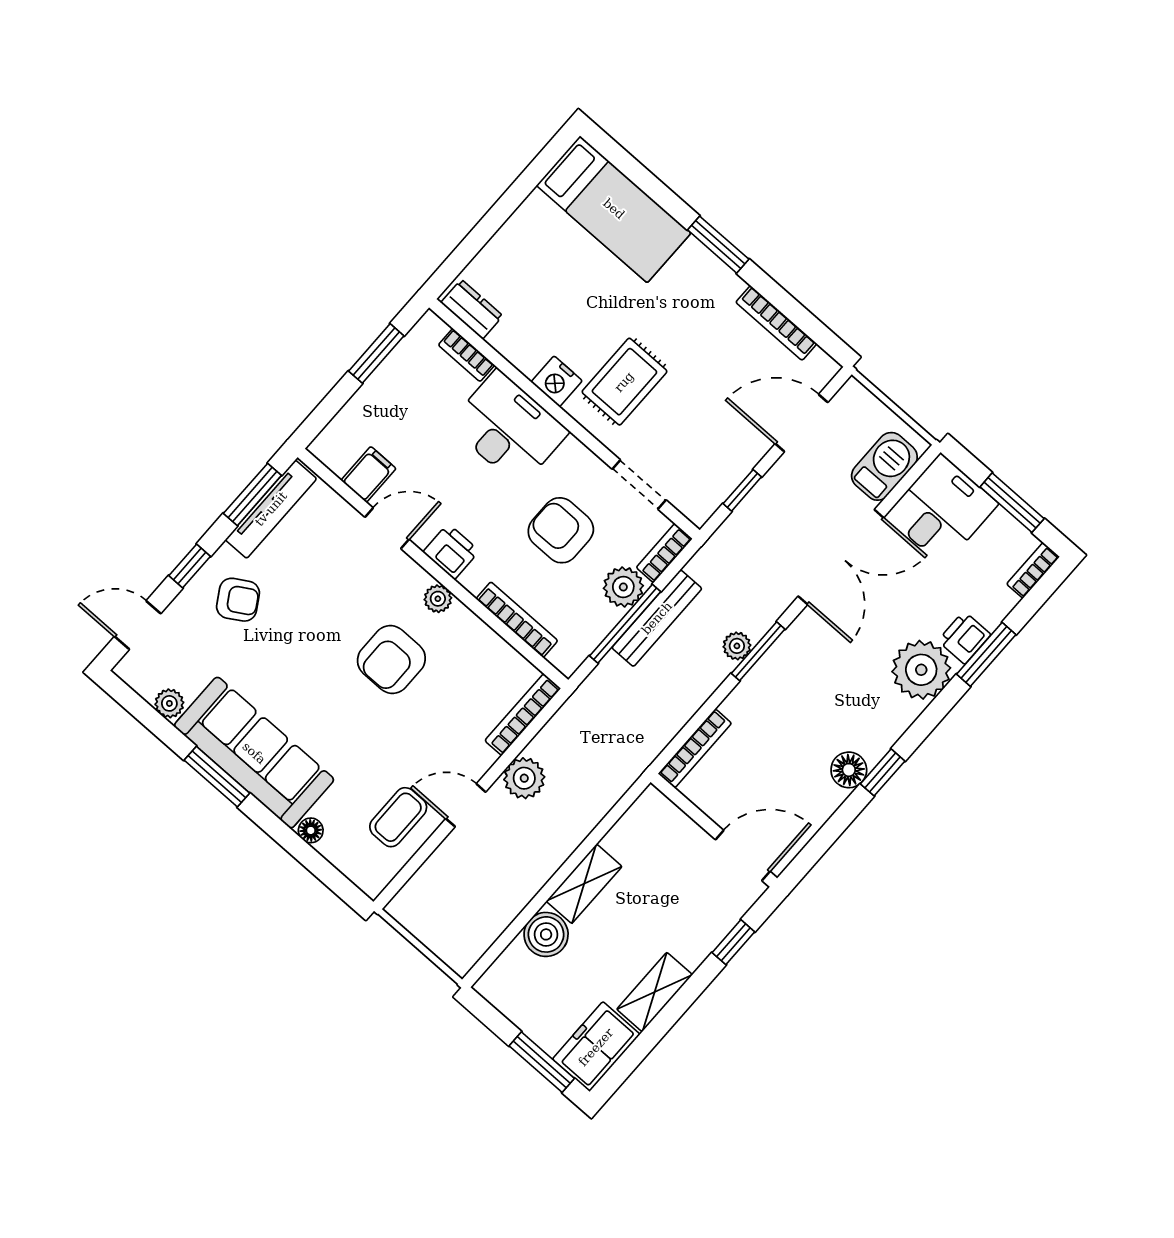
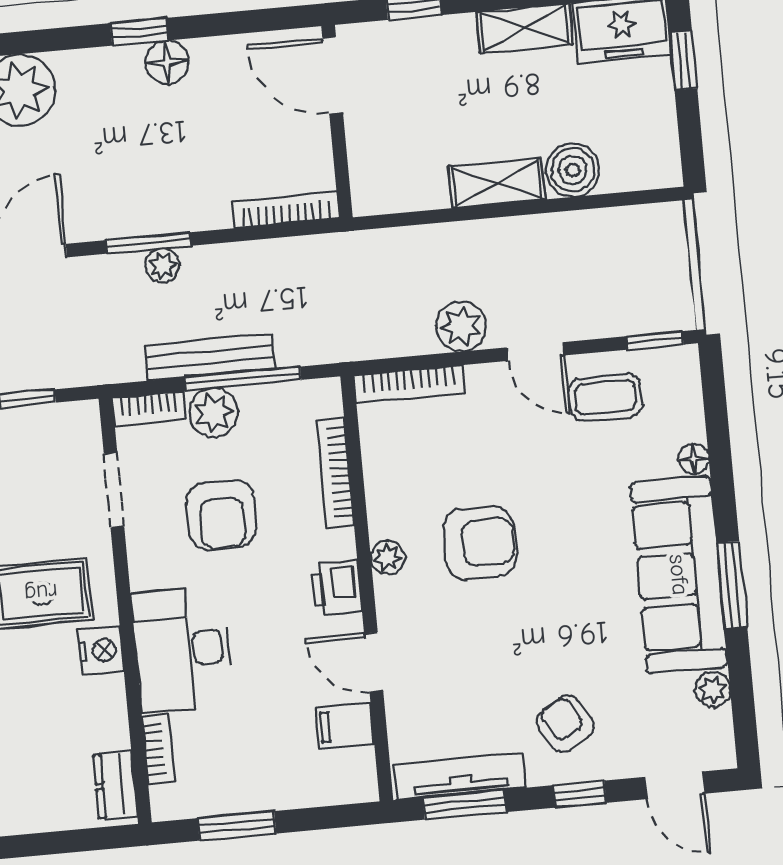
window: (401, 879) -> (655, 340), added
window: (542, 1062) -> (683, 61), width x0.67

